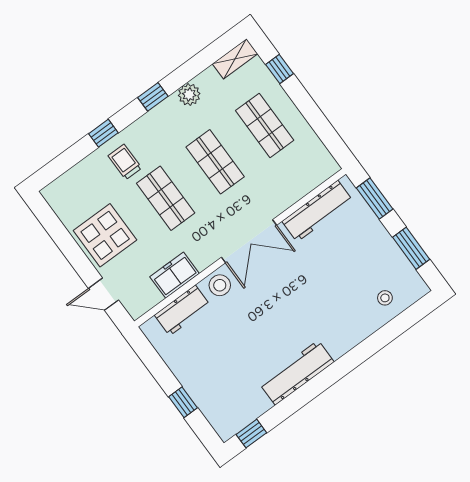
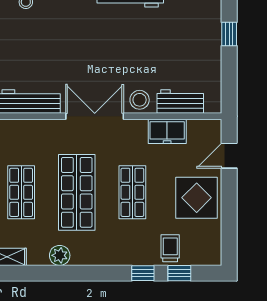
window: (153, 97) -> (179, 273), moved
trolley: (125, 162) -> (170, 248), moved, turned 180
shop shelf: (215, 162) -> (77, 192), width x1.43, depth x1.36
door: (104, 294) -> (229, 156), swing flipped

